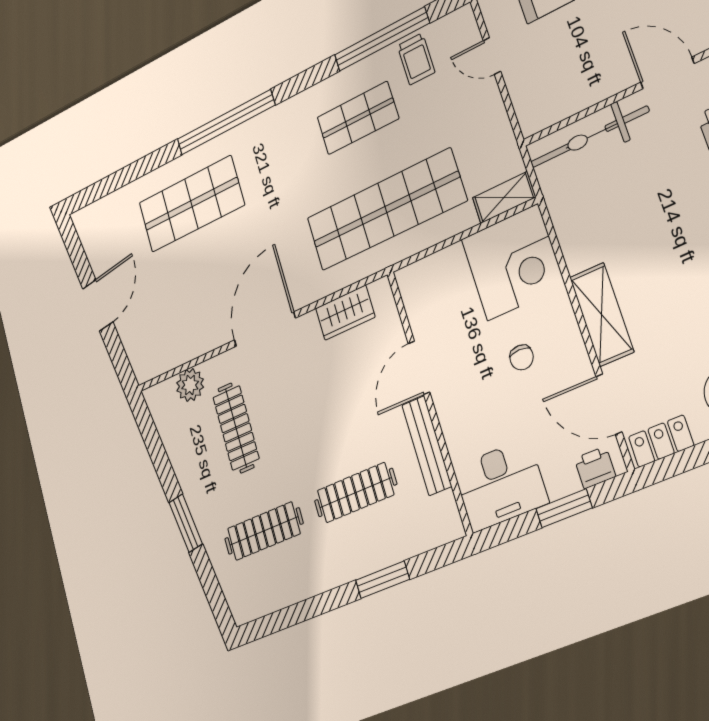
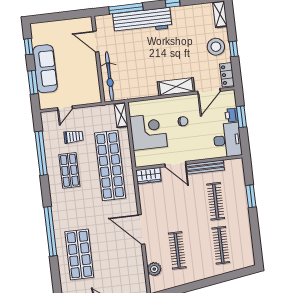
trolley: (416, 59) -> (74, 137), moved
door: (667, 73) -> (96, 42), hinge flipped
corner desk: (513, 262) -> (148, 132), moved
wardrobe: (345, 313) -> (148, 176), moved, turned 90
clothes rail: (236, 428) -> (177, 250), turned 90
printer: (595, 468) -> (232, 115), moved
window: (186, 523) -> (209, 282), removed

